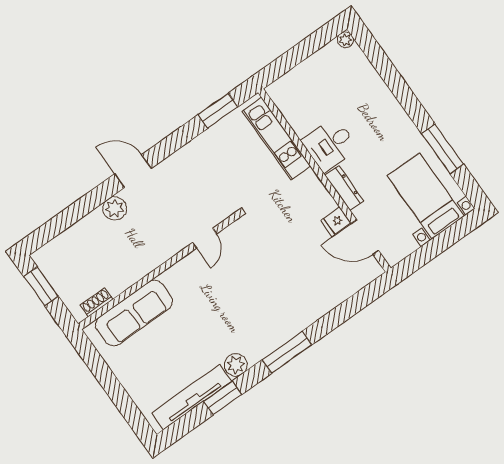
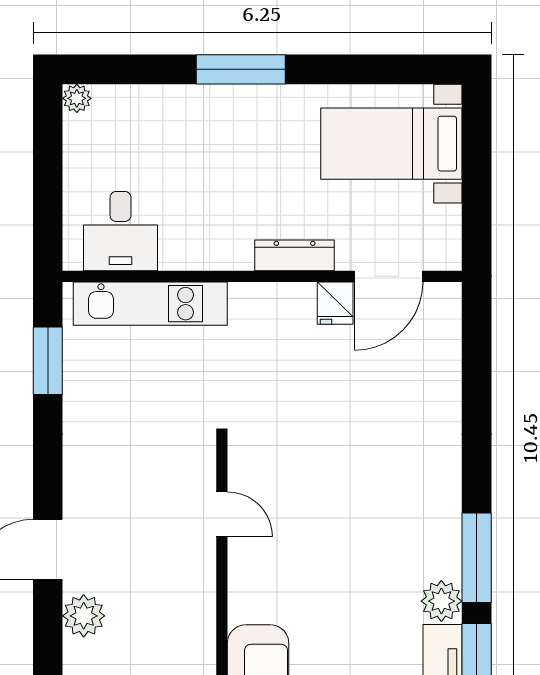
desk: (330, 145) -> (121, 231), moved
window: (443, 149) -> (241, 69), moved
window: (287, 352) -> (477, 558), moved

